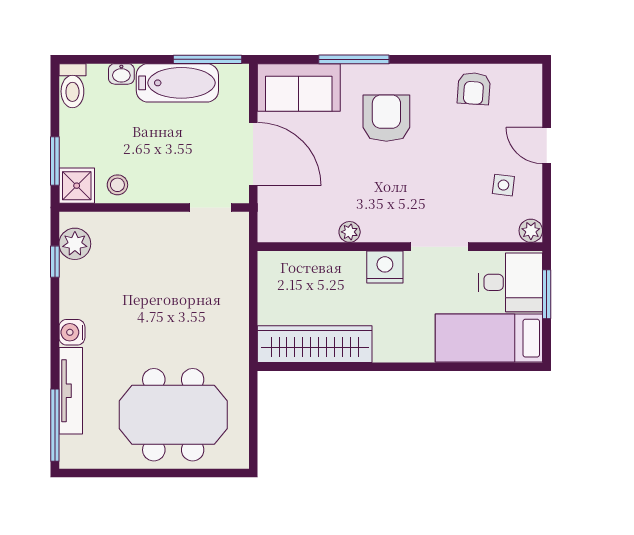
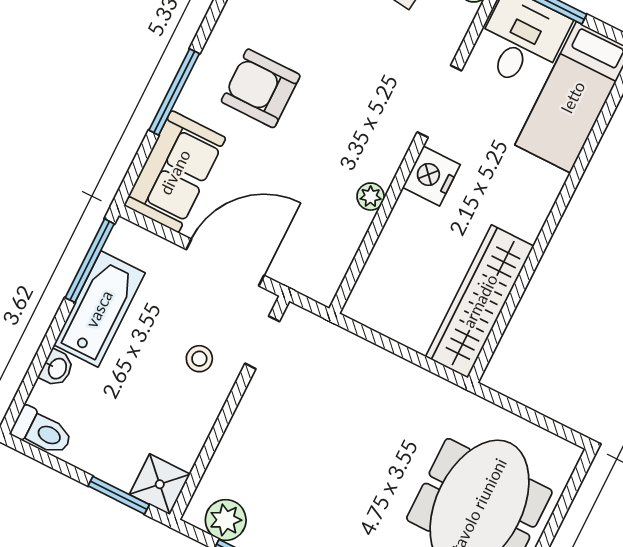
stool: (117, 185) -> (199, 359), moved

